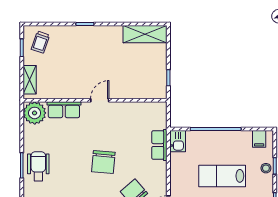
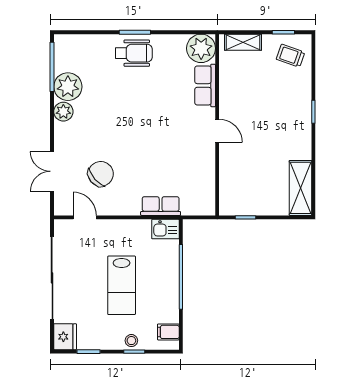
chair: (103, 162) -> (139, 135), removed
lab bench: (222, 176) -> (122, 285), turned 180

